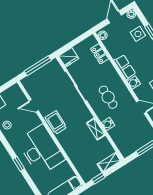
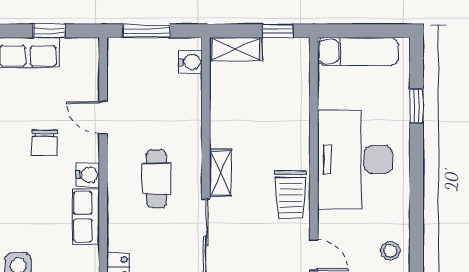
water cooler: (108, 124) -> (190, 62), moved
shelving: (96, 129) -> (220, 173), moved
window: (19, 164) -> (416, 106), moved

